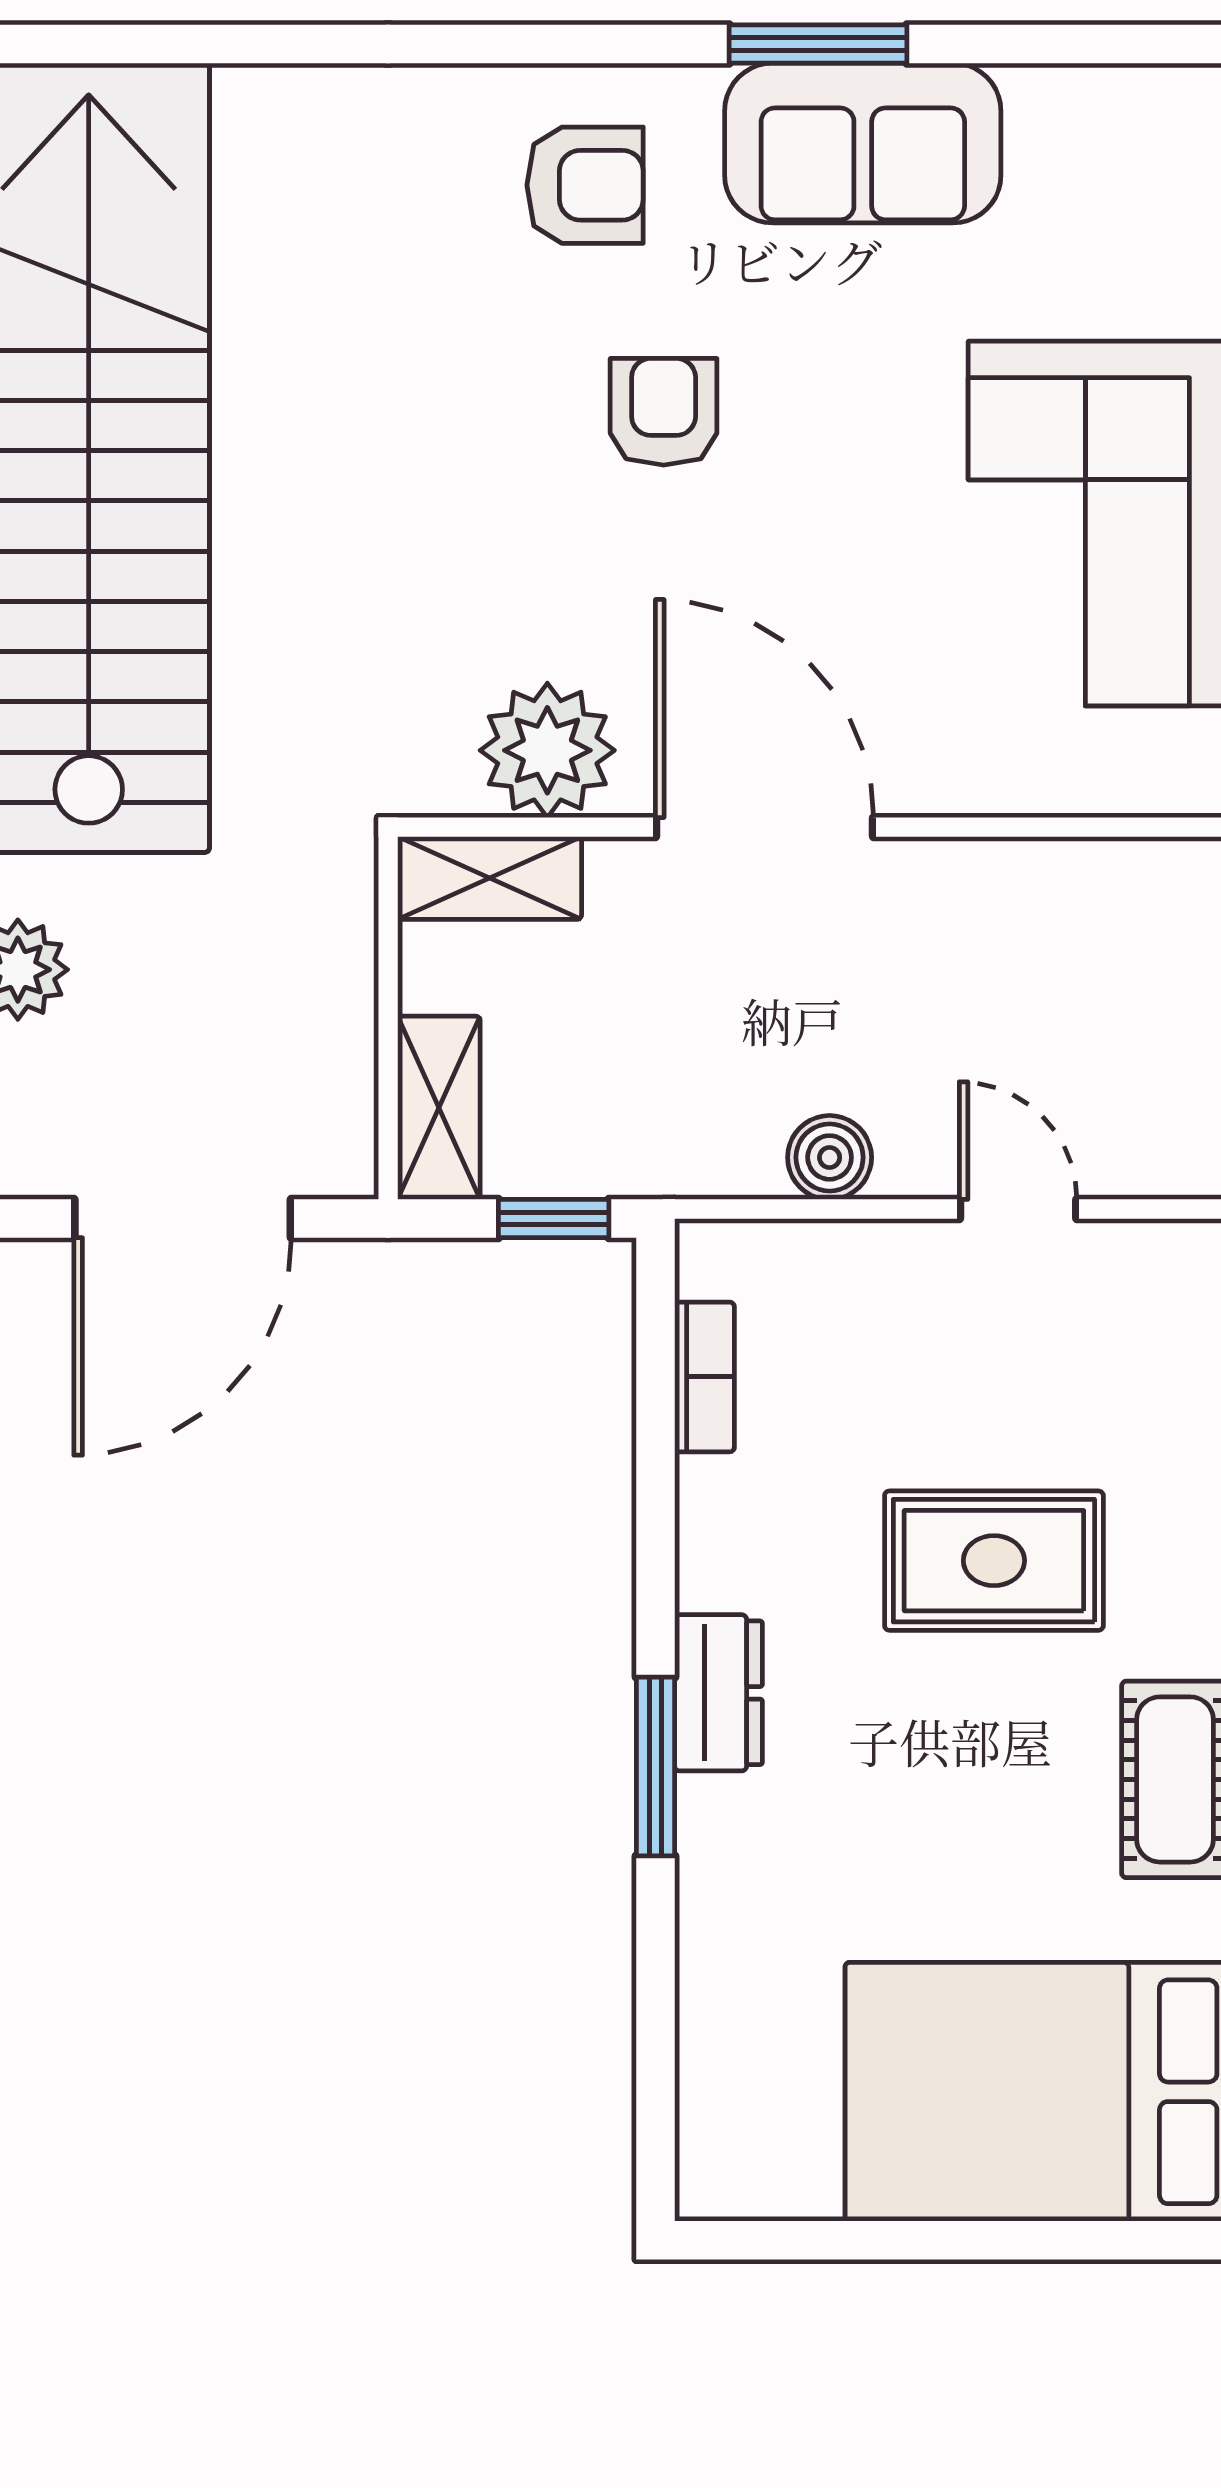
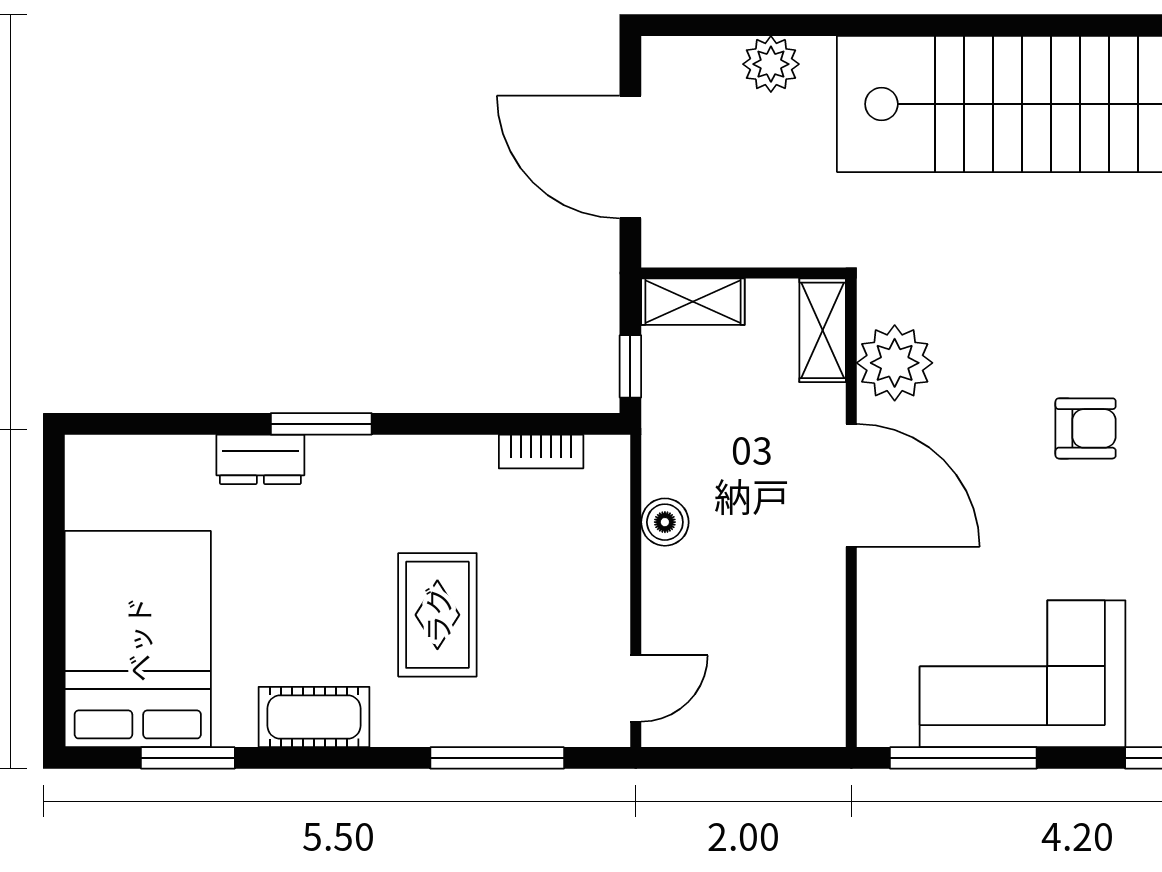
door: (764, 827) -> (851, 485), hinge flipped
door: (1018, 1209) -> (636, 688), moved
dresser: (719, 1693) -> (260, 459), moved

